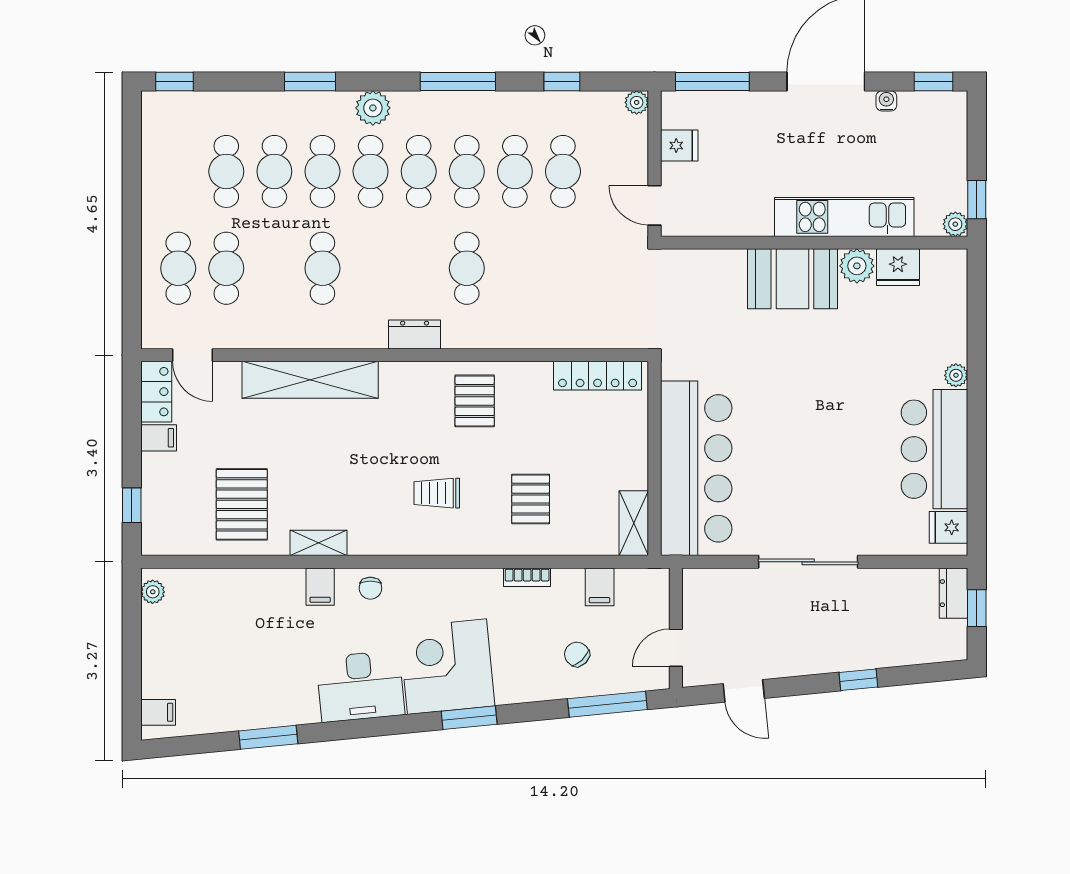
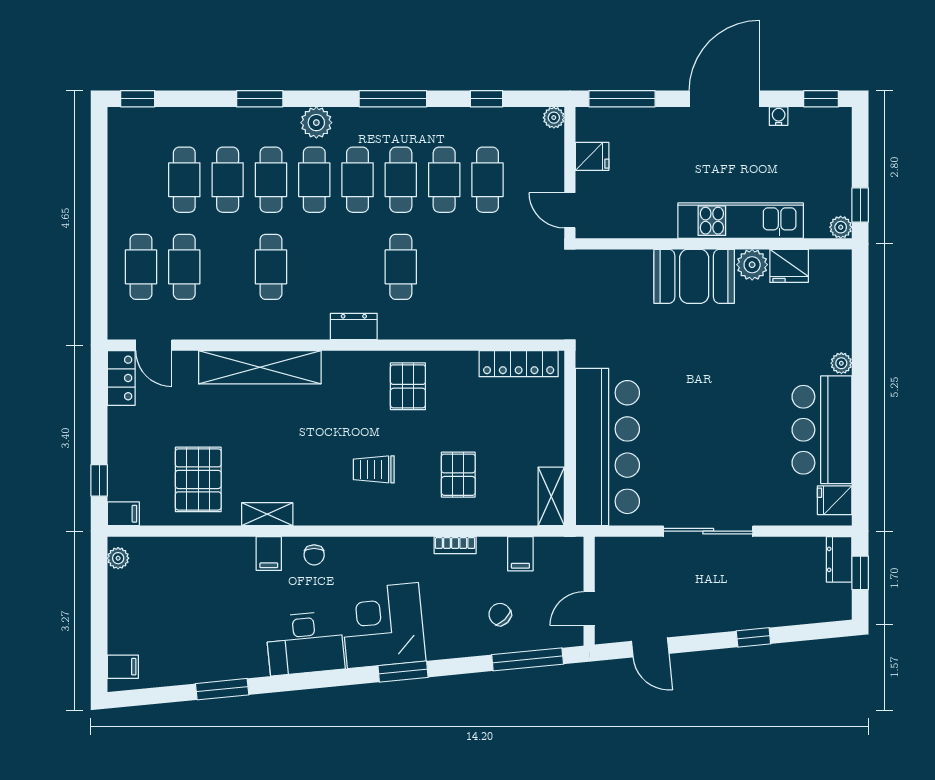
filing cabinet: (159, 438) -> (123, 514), moved

